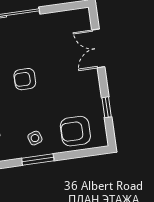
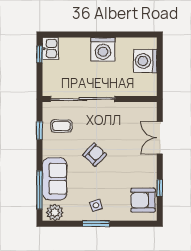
armchair: (25, 79) -> (95, 155), turned 133
armchair: (75, 131) -> (143, 200), moved

